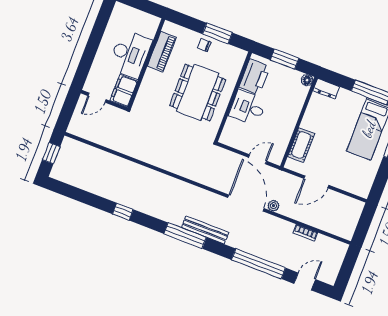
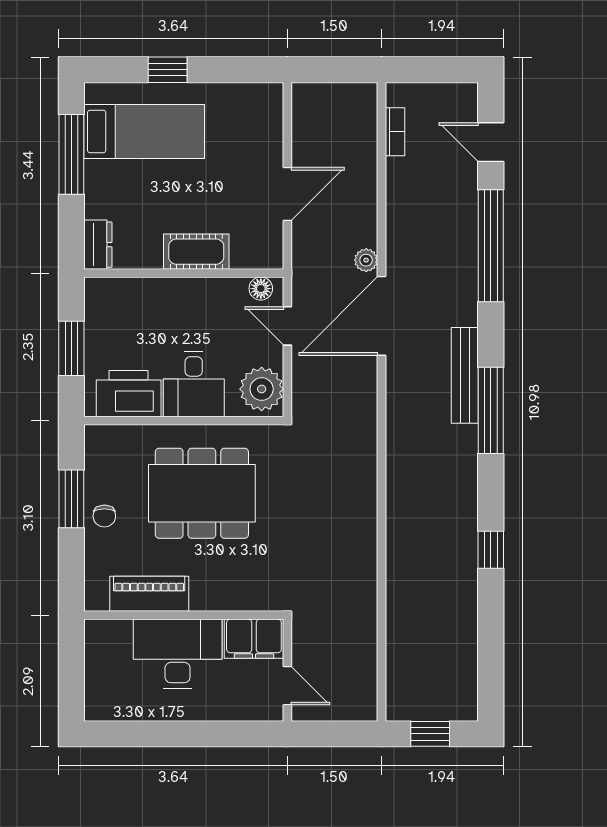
floor lamp: (307, 80) -> (261, 289), moved
plant: (234, 137) -> (262, 389), added
cot: (301, 145) -> (196, 252), moved
door: (316, 182) -> (287, 194), hinge flipped
bookcase: (305, 233) -> (395, 132), moved

